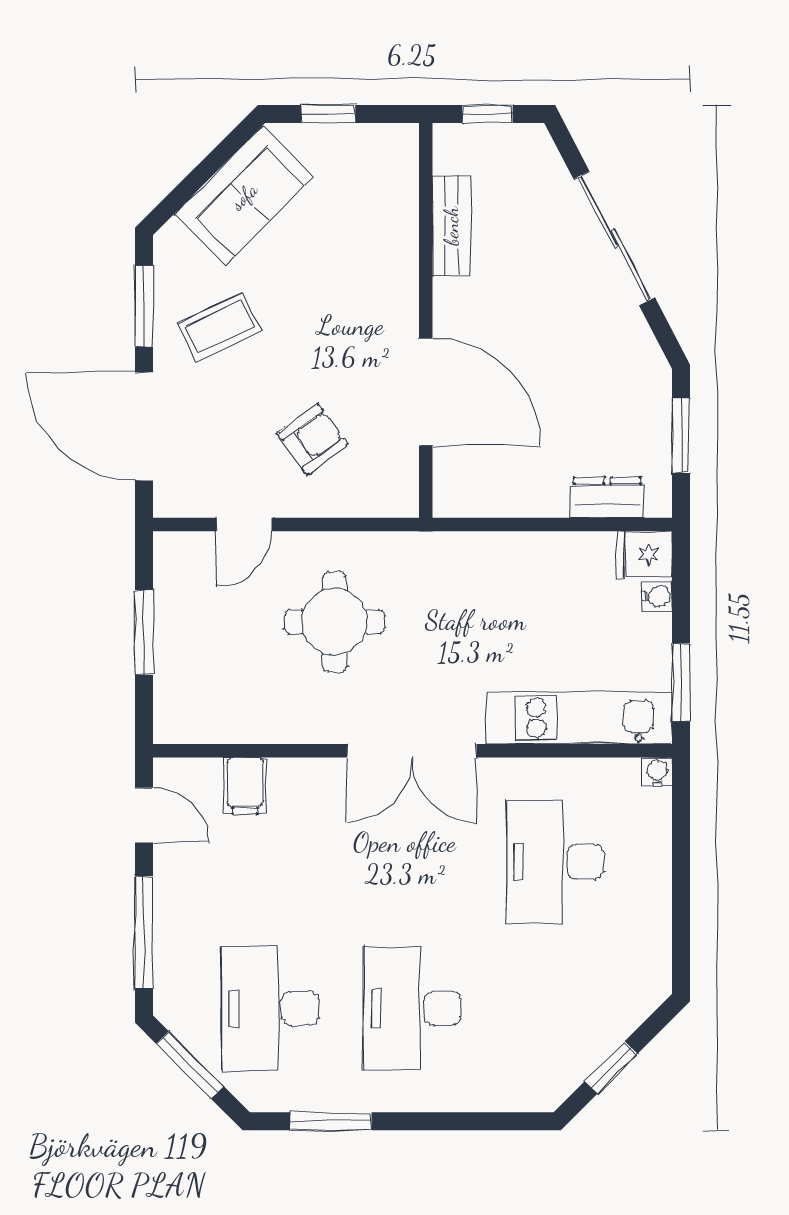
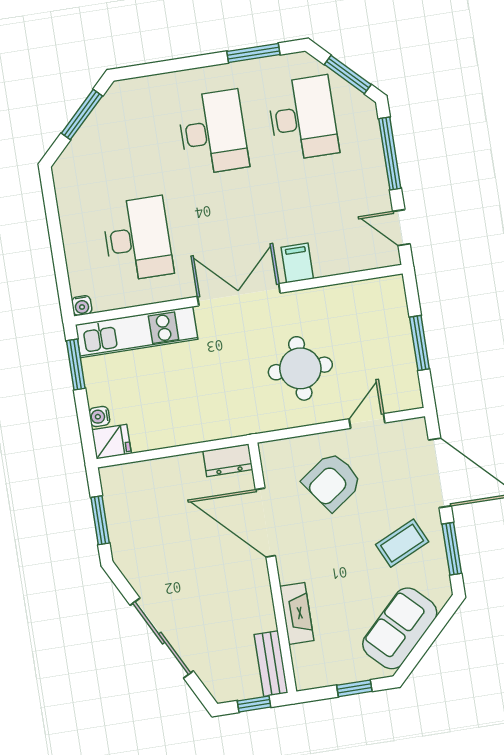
bench: (451, 226) -> (271, 664), moved
fireplace: (399, 244) -> (297, 613), added
armchair: (313, 439) -> (332, 481), width x1.38, depth x1.38
dresser: (607, 497) -> (228, 460), moved
filing cabinet: (245, 786) -> (297, 263), moved
window: (611, 1068) -> (82, 115), width x1.50

